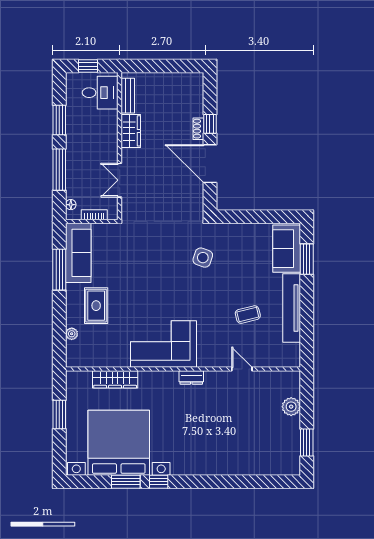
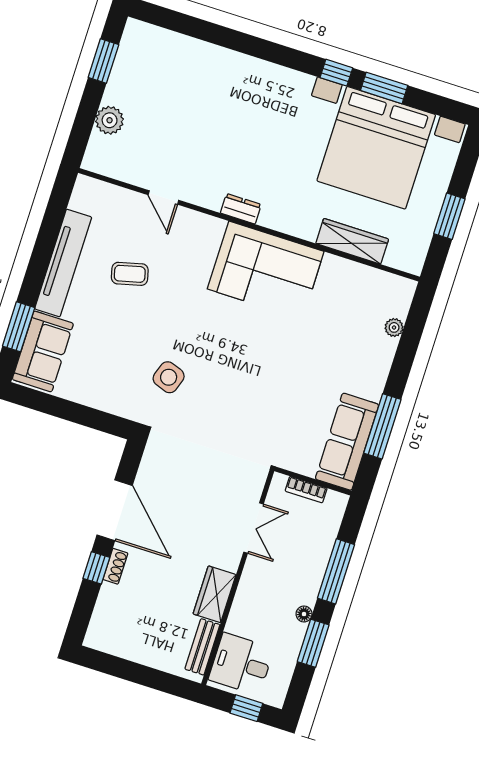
floor lamp: (71, 205) -> (304, 614), moved
rug: (96, 306) -> (346, 357), removed

